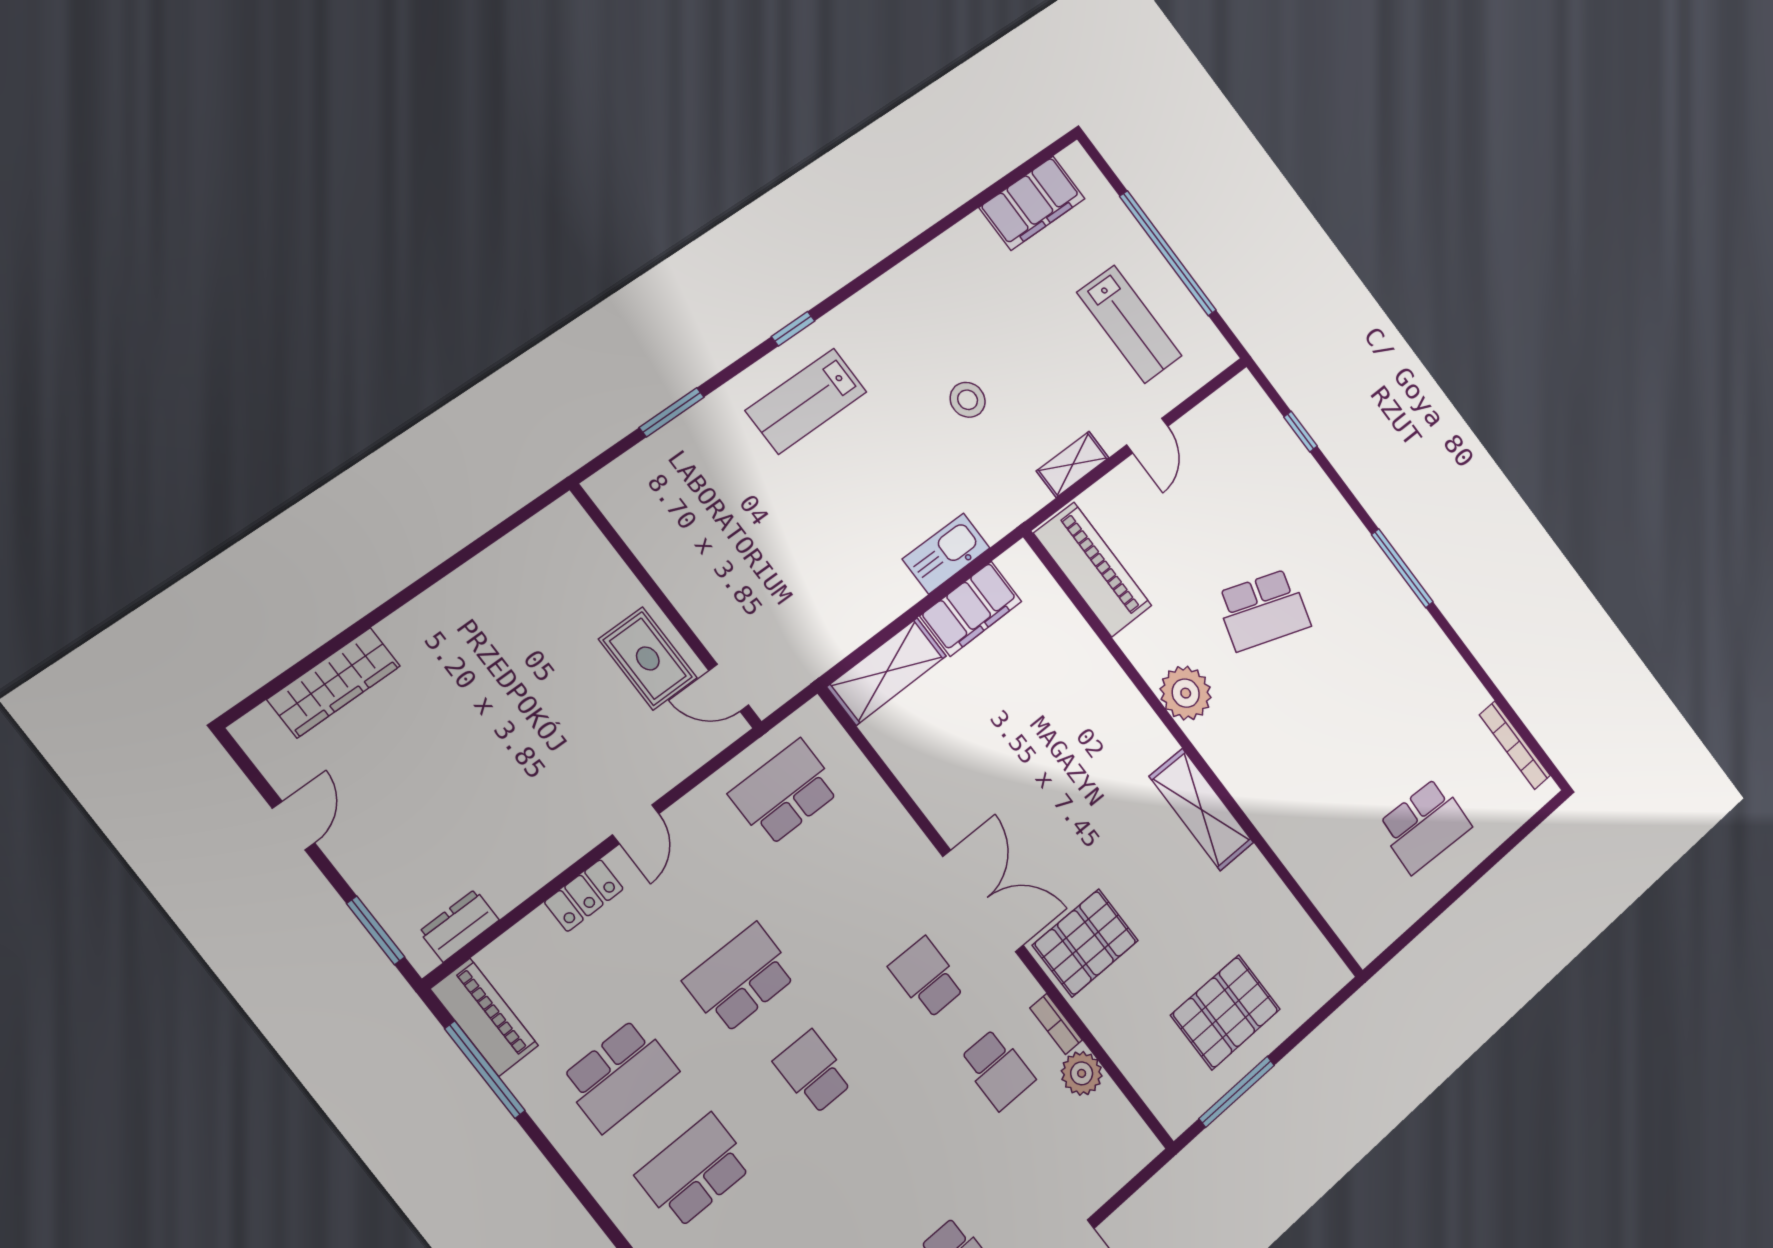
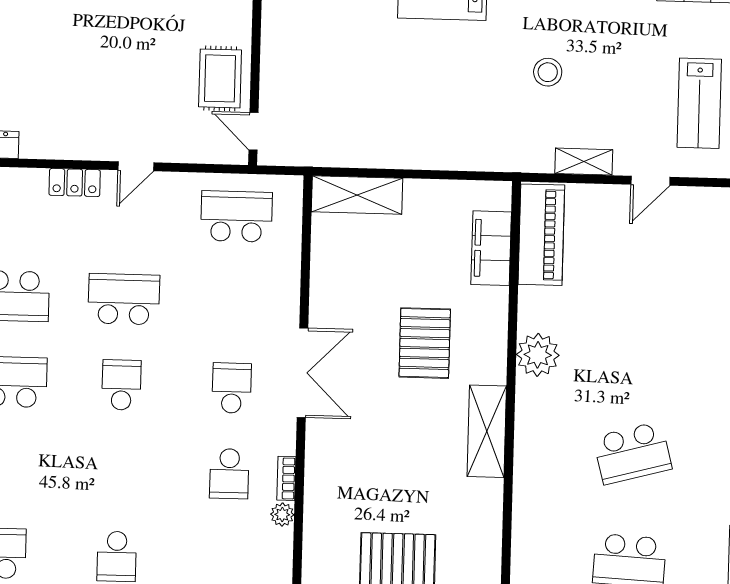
kitchen sink: (946, 554) -> (454, 154), removed
filing cabinet: (971, 609) -> (491, 248), moved, turned 90
school desk: (1263, 610) -> (632, 453), moved, turned -33
pallet: (1085, 943) -> (425, 343), moved, turned 90
plant: (1082, 1073) -> (282, 515), width x0.73, depth x0.73

